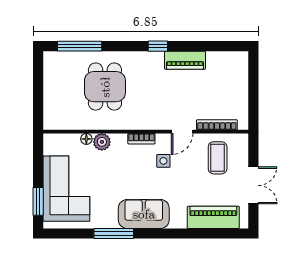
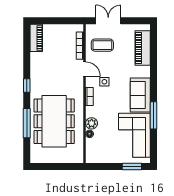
window: (80, 46) -> (27, 123), moved
piano: (185, 60) -> (36, 38), moved
dining table: (105, 87) -> (54, 121), width x1.88, depth x1.24
double door: (253, 185) -> (108, 21), moved
corner sofa: (66, 189) -> (134, 135), moved, turned -90

